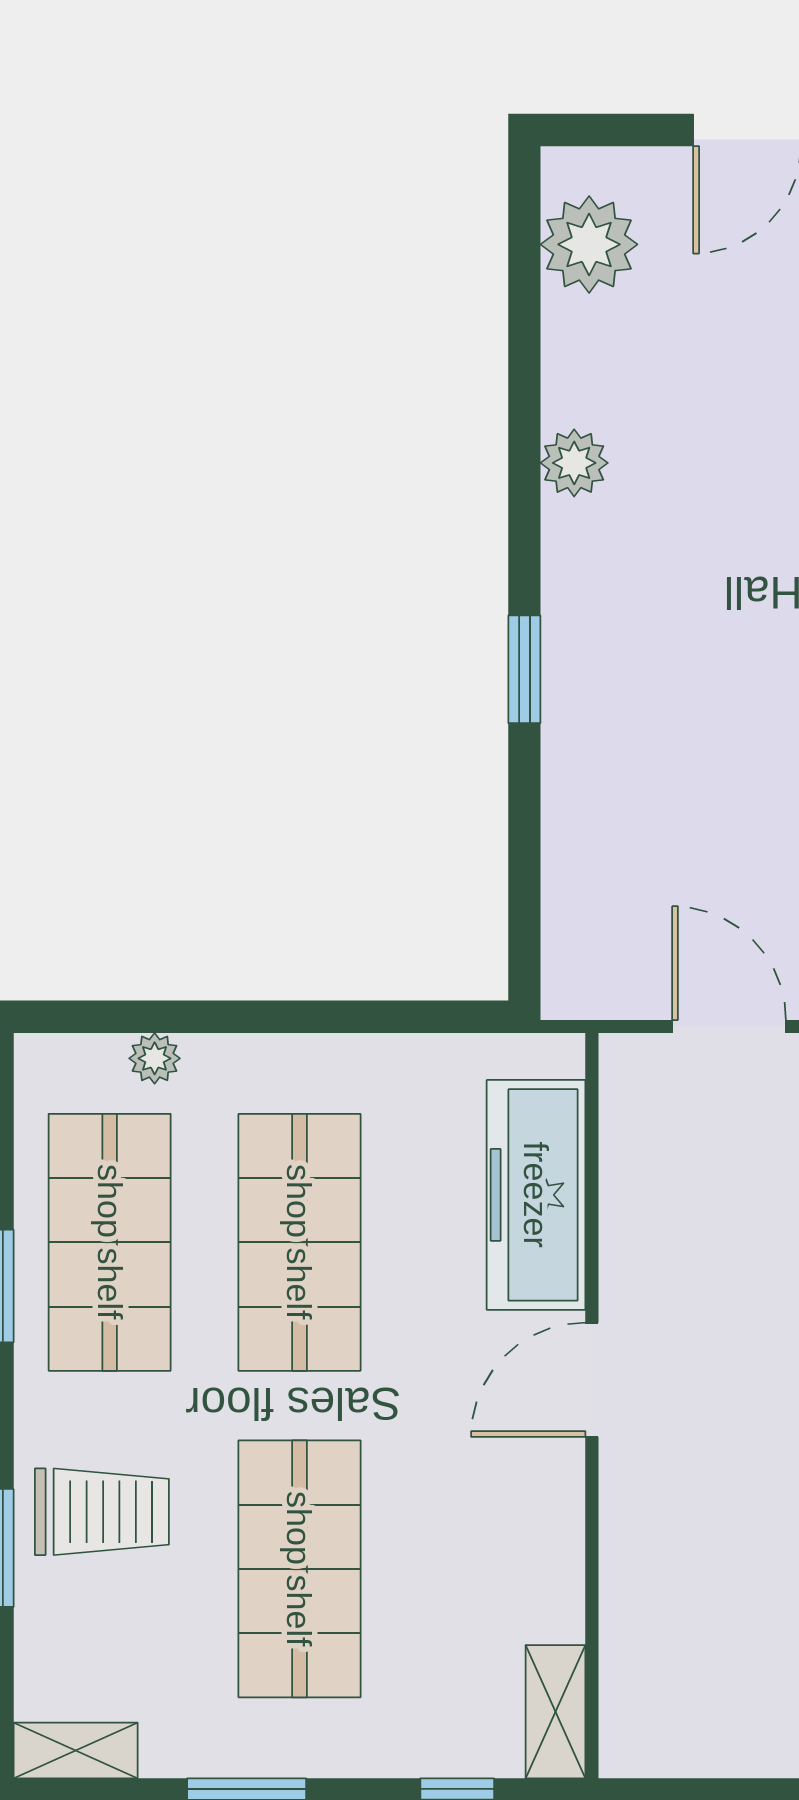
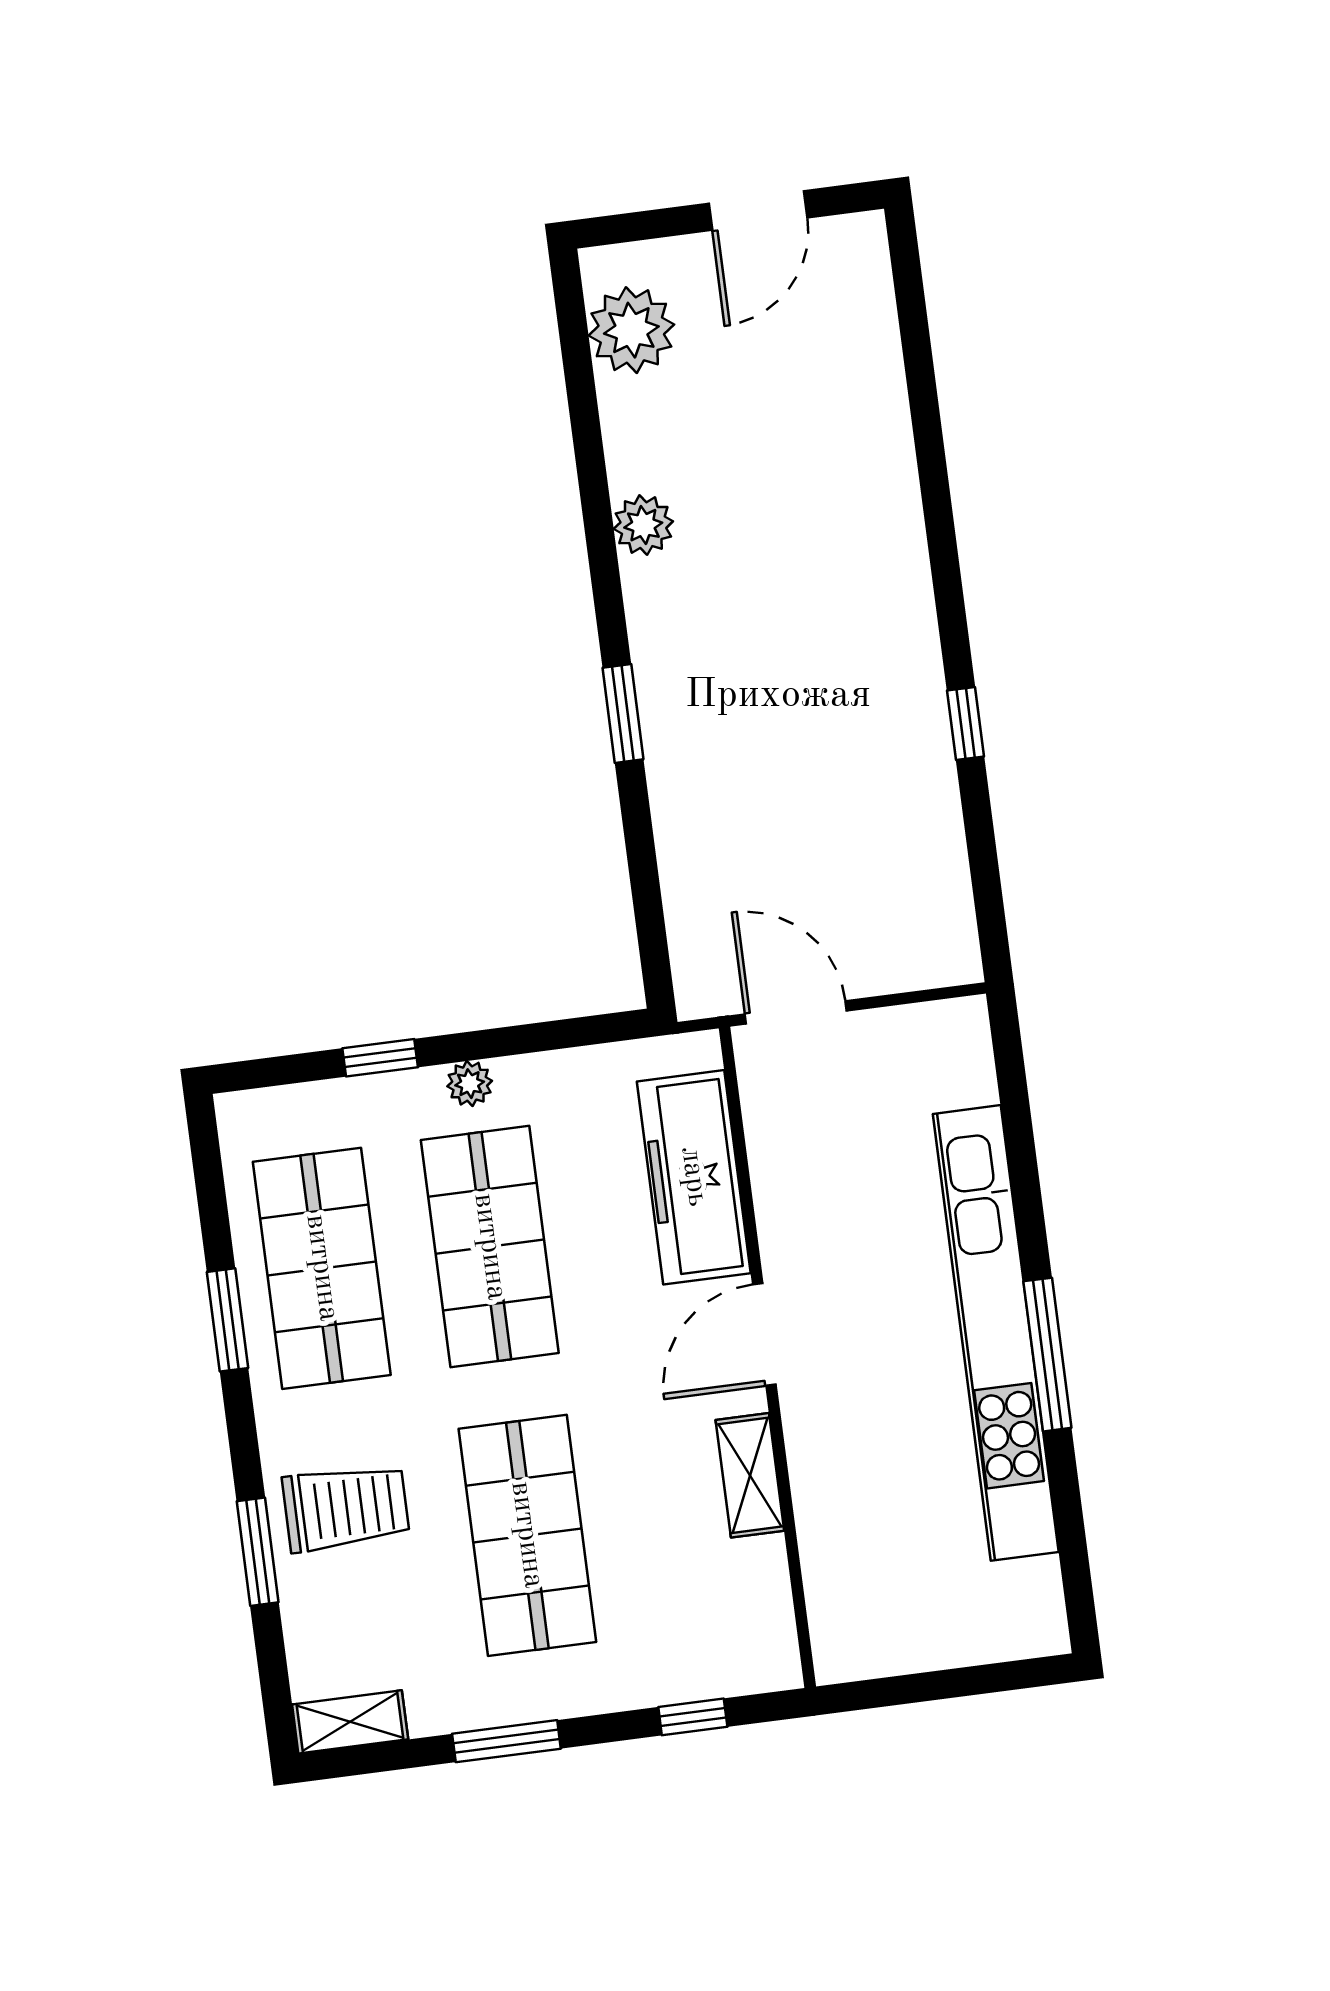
window: (205, 1017) -> (380, 1058), added
door: (729, 1026) -> (796, 1012), moved
plant: (155, 1058) -> (470, 1084), moved
shelving: (555, 1712) -> (750, 1475), moved

